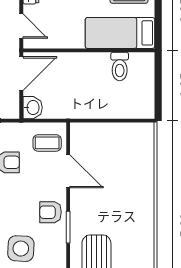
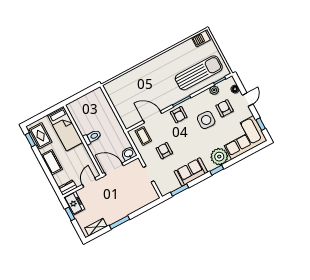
toilet: (120, 66) -> (92, 137), moved
door: (68, 171) -> (152, 117), hinge flipped

